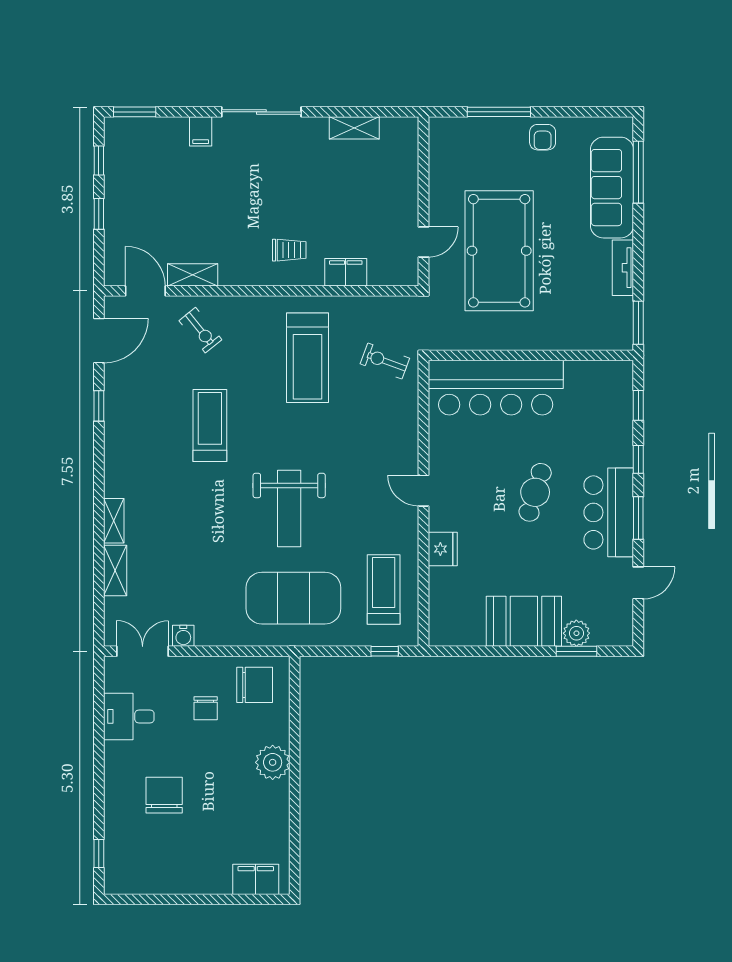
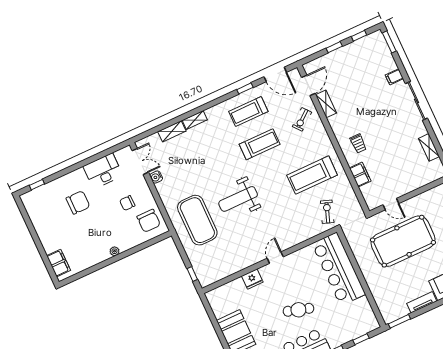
treadmill: (384, 590) -> (248, 112), moved, turned 180
desk: (129, 716) -> (103, 171), width x1.37
plant: (273, 762) -> (115, 251), width x0.53, depth x0.53

